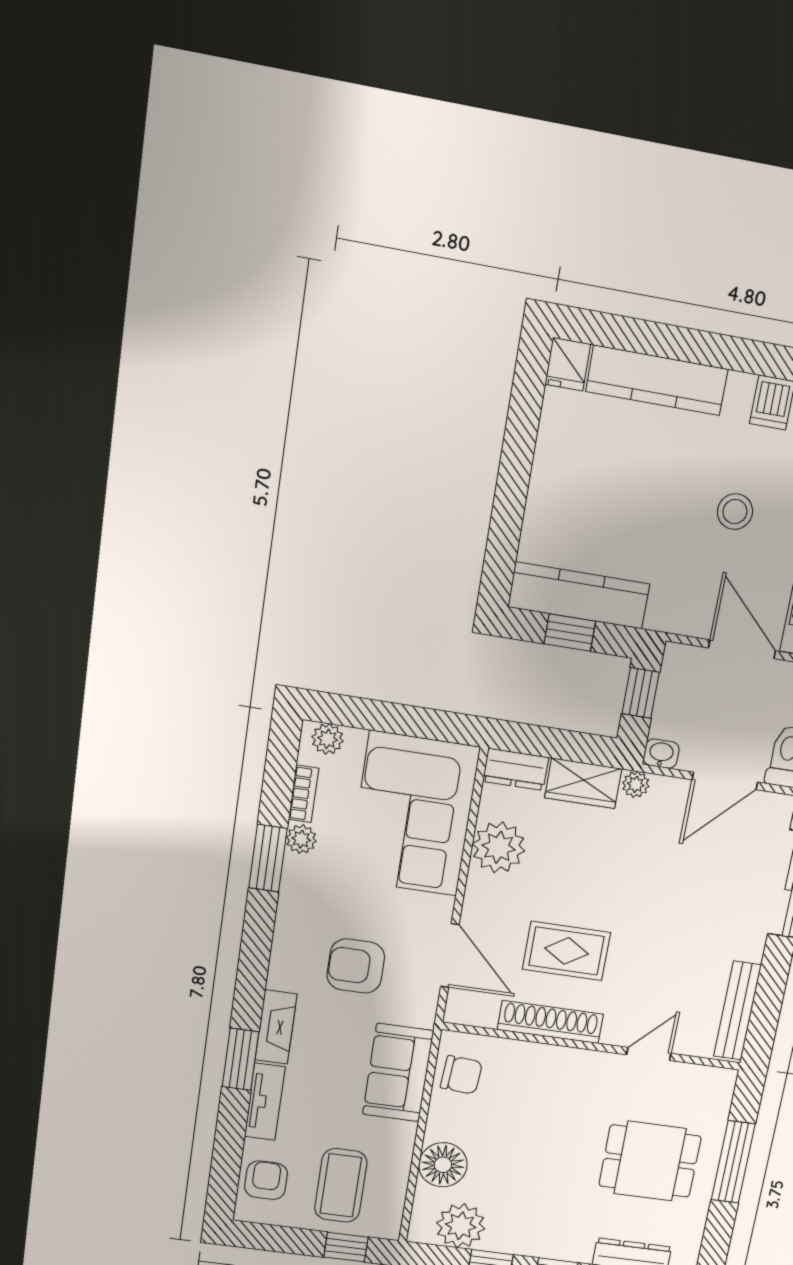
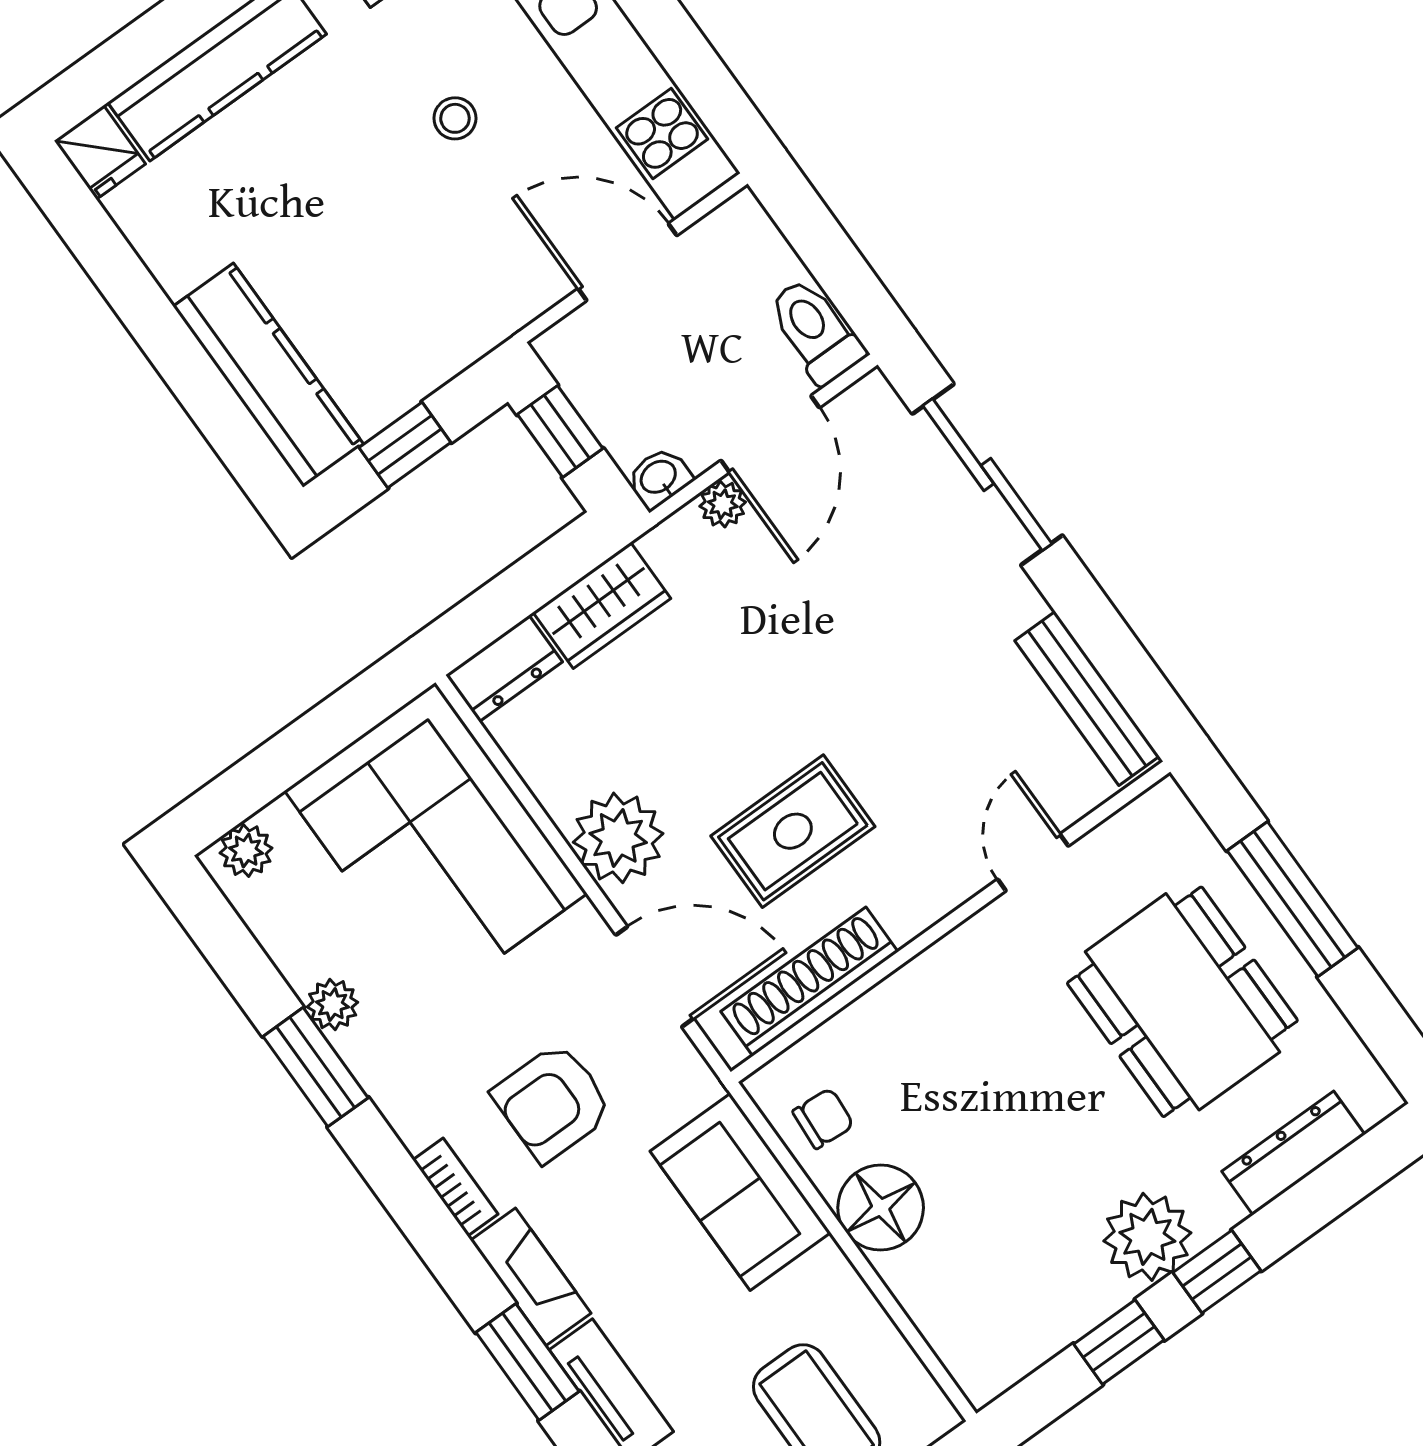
stool: (735, 512) -> (455, 118), width x0.73, depth x0.73
kitchen counter: (579, 595) -> (268, 375), moved, turned 90
plant: (636, 784) -> (723, 504), moved
bookcase: (304, 794) -> (455, 1187), moved
plant: (499, 847) -> (618, 838), moved
shoe rack: (550, 1022) -> (809, 982), moved
chair: (461, 1075) -> (823, 1118), width x0.73, depth x0.73
dining table: (650, 1161) -> (1182, 1002), width x1.38
floor lamp: (443, 1165) -> (881, 1208), moved
plant: (461, 1226) -> (1147, 1237), moved

